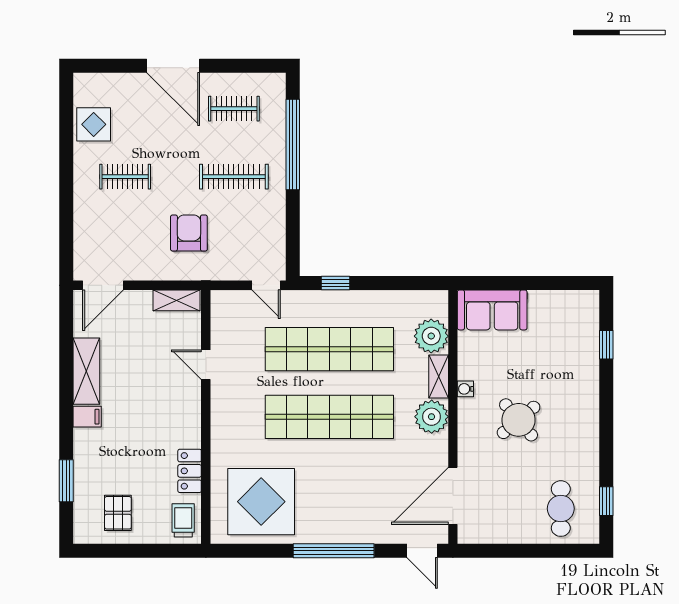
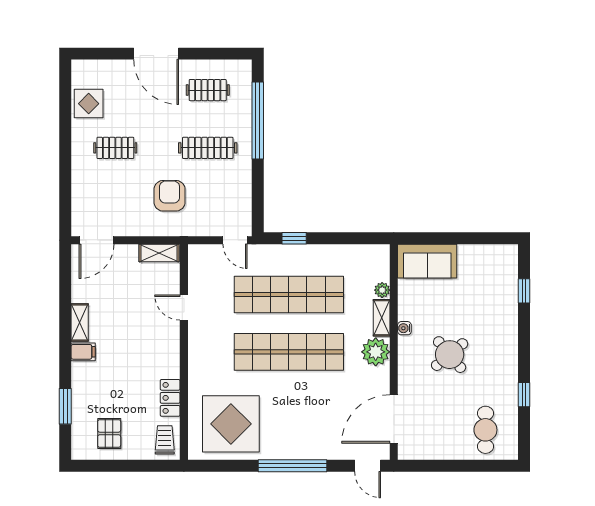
plant: (431, 336) -> (382, 290), width x0.53, depth x0.53
shelving: (86, 371) -> (80, 322), width x0.67, depth x0.75
window: (606, 501) -> (524, 395), moved

